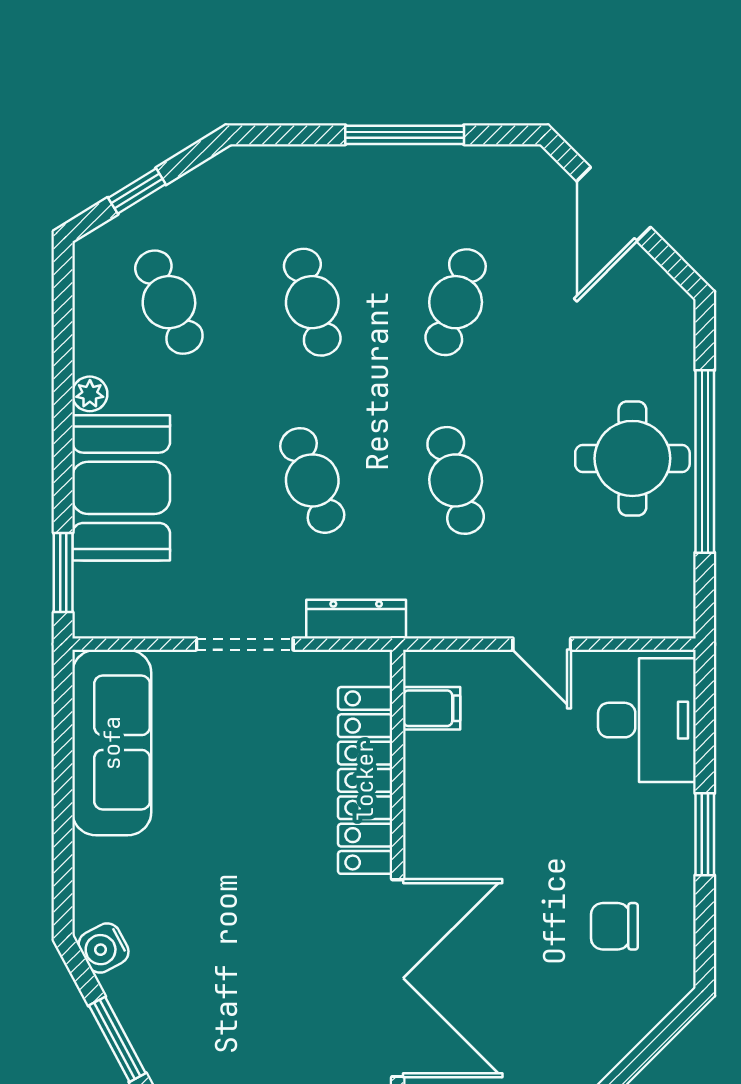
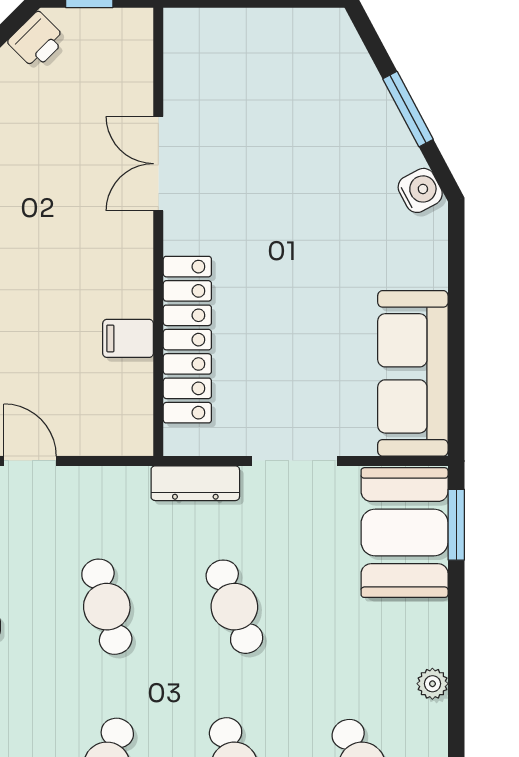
booth: (121, 488) -> (405, 533), moved
filing cabinet: (432, 708) -> (128, 338), moved
double door: (398, 978) -> (158, 164), width x0.54

